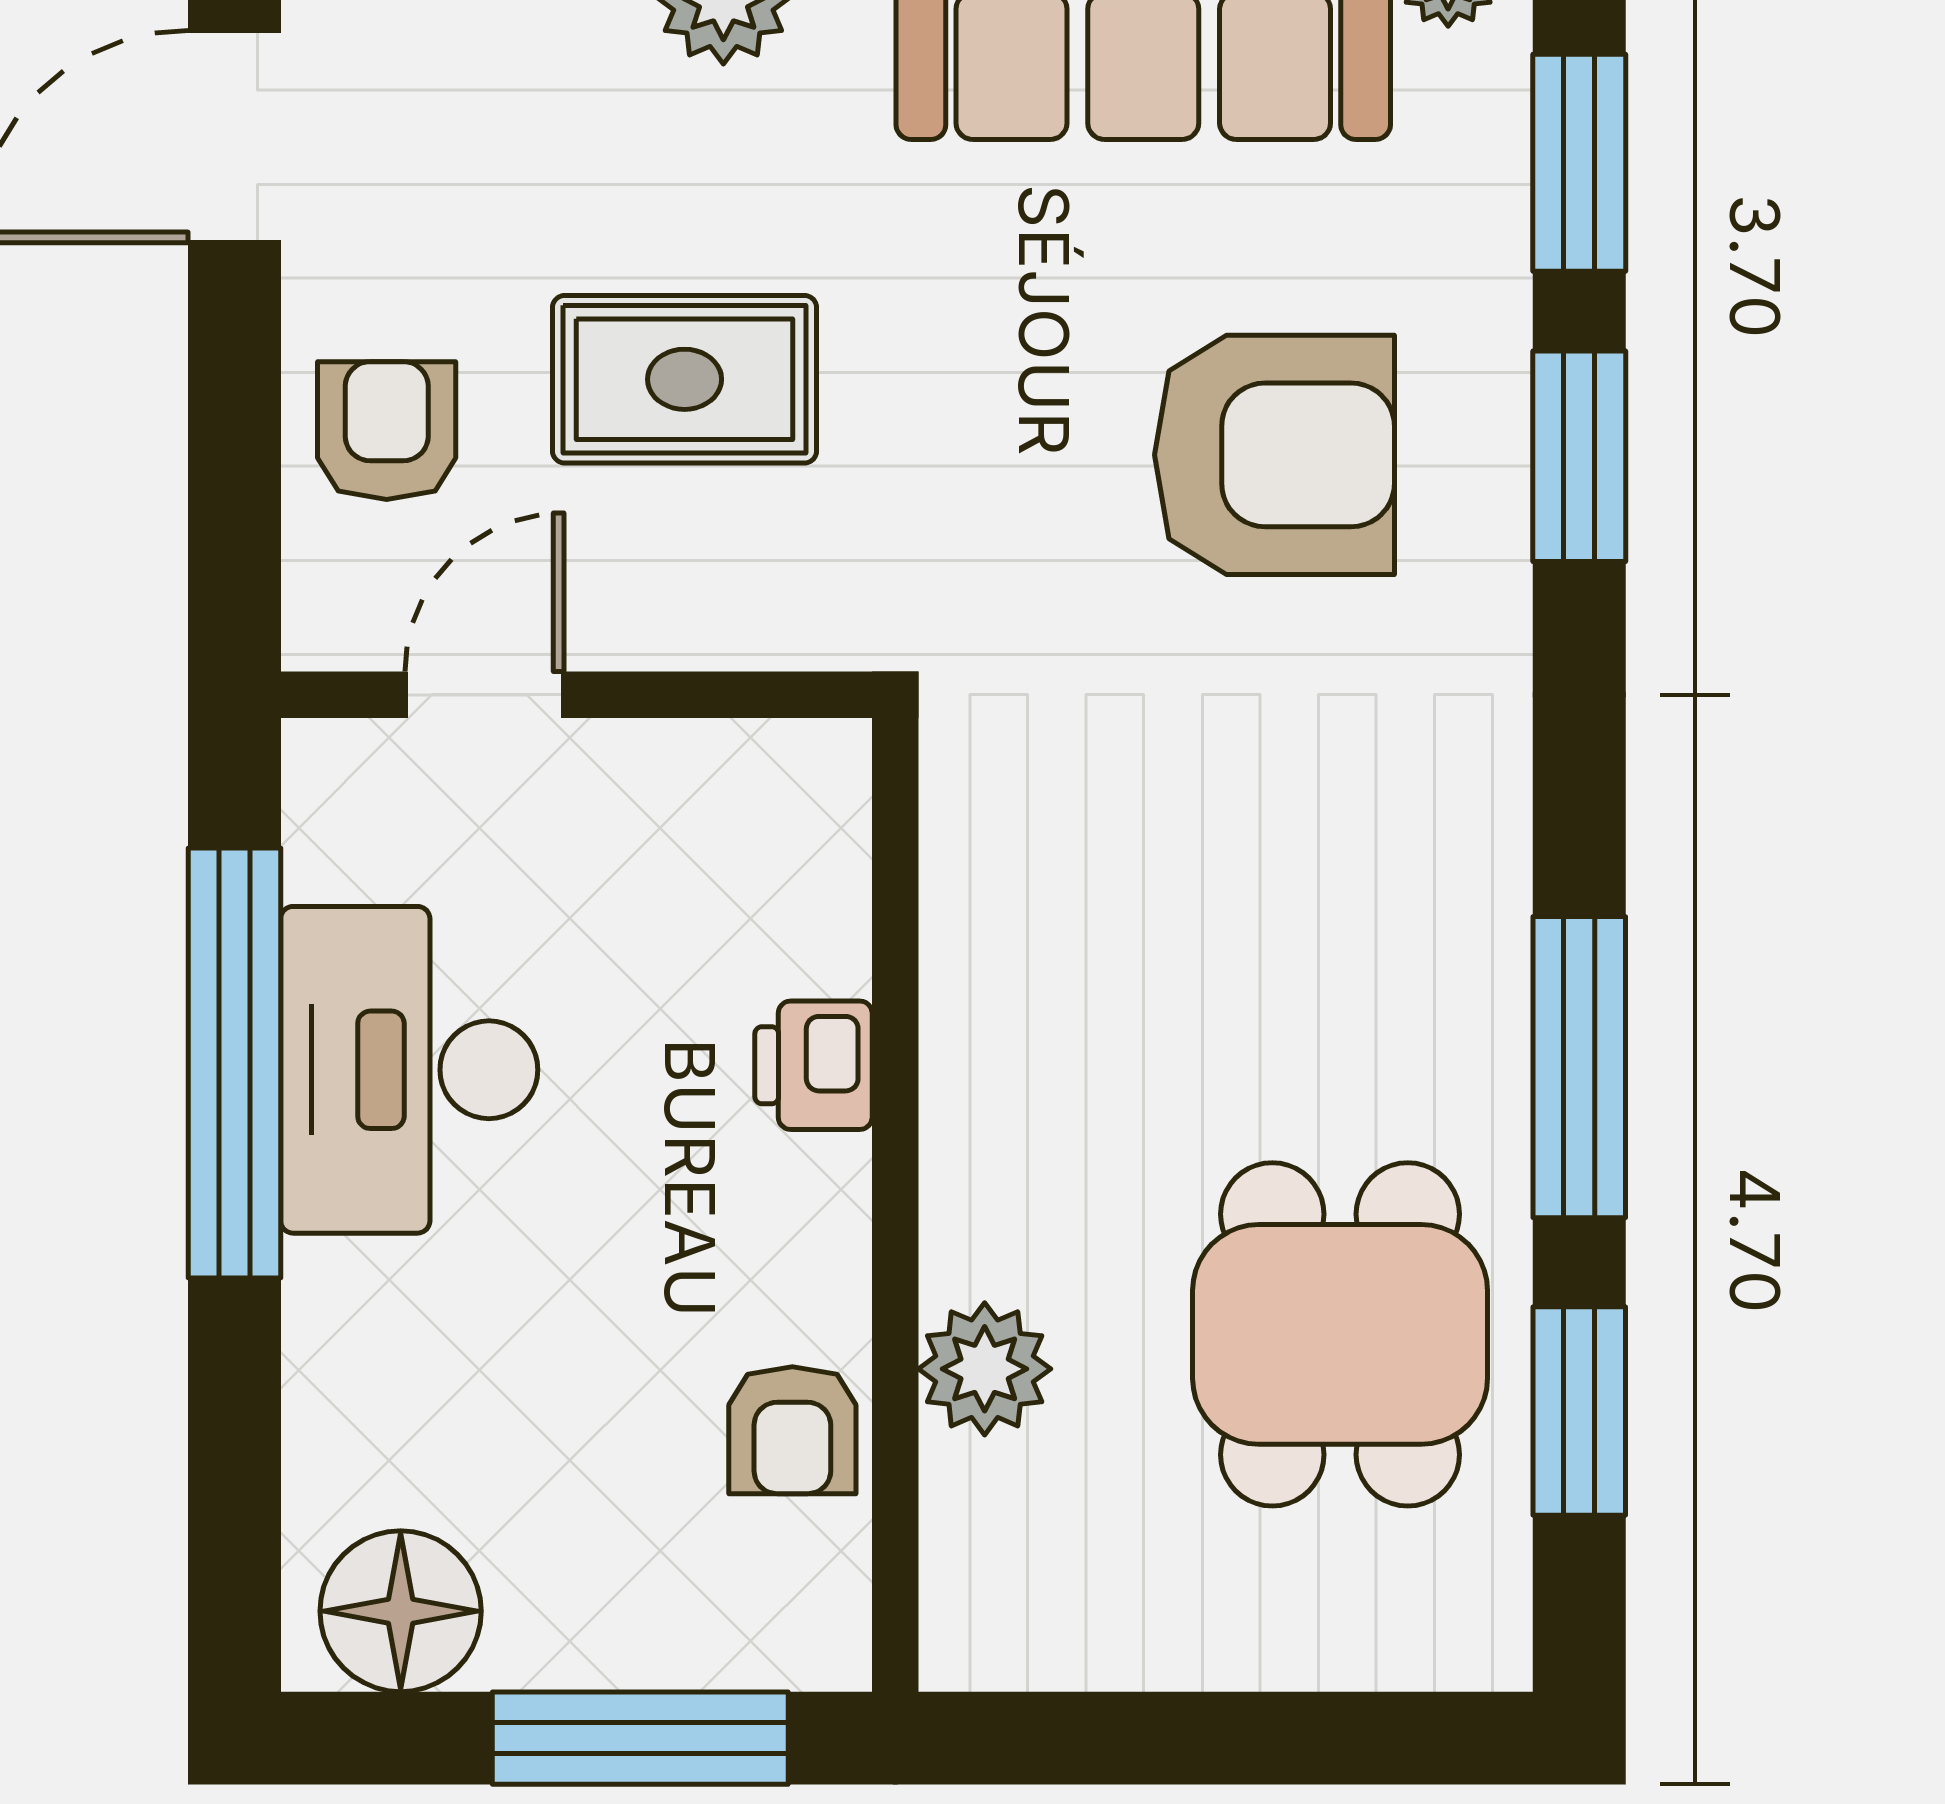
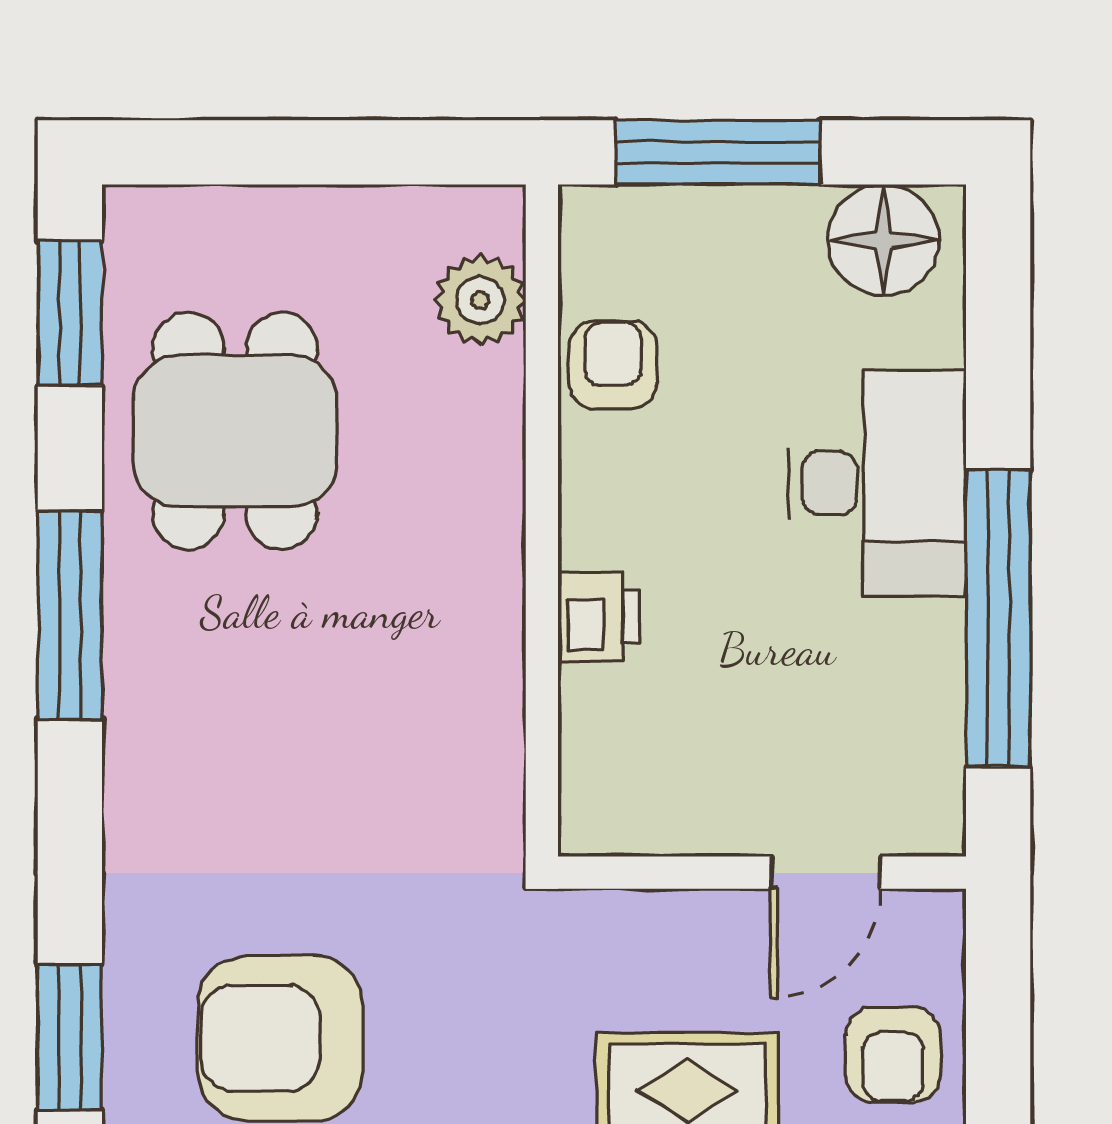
desk: (409, 1070) -> (877, 483), moved
plant: (985, 1369) -> (480, 300), moved
window: (1579, 1411) -> (70, 313), moved

